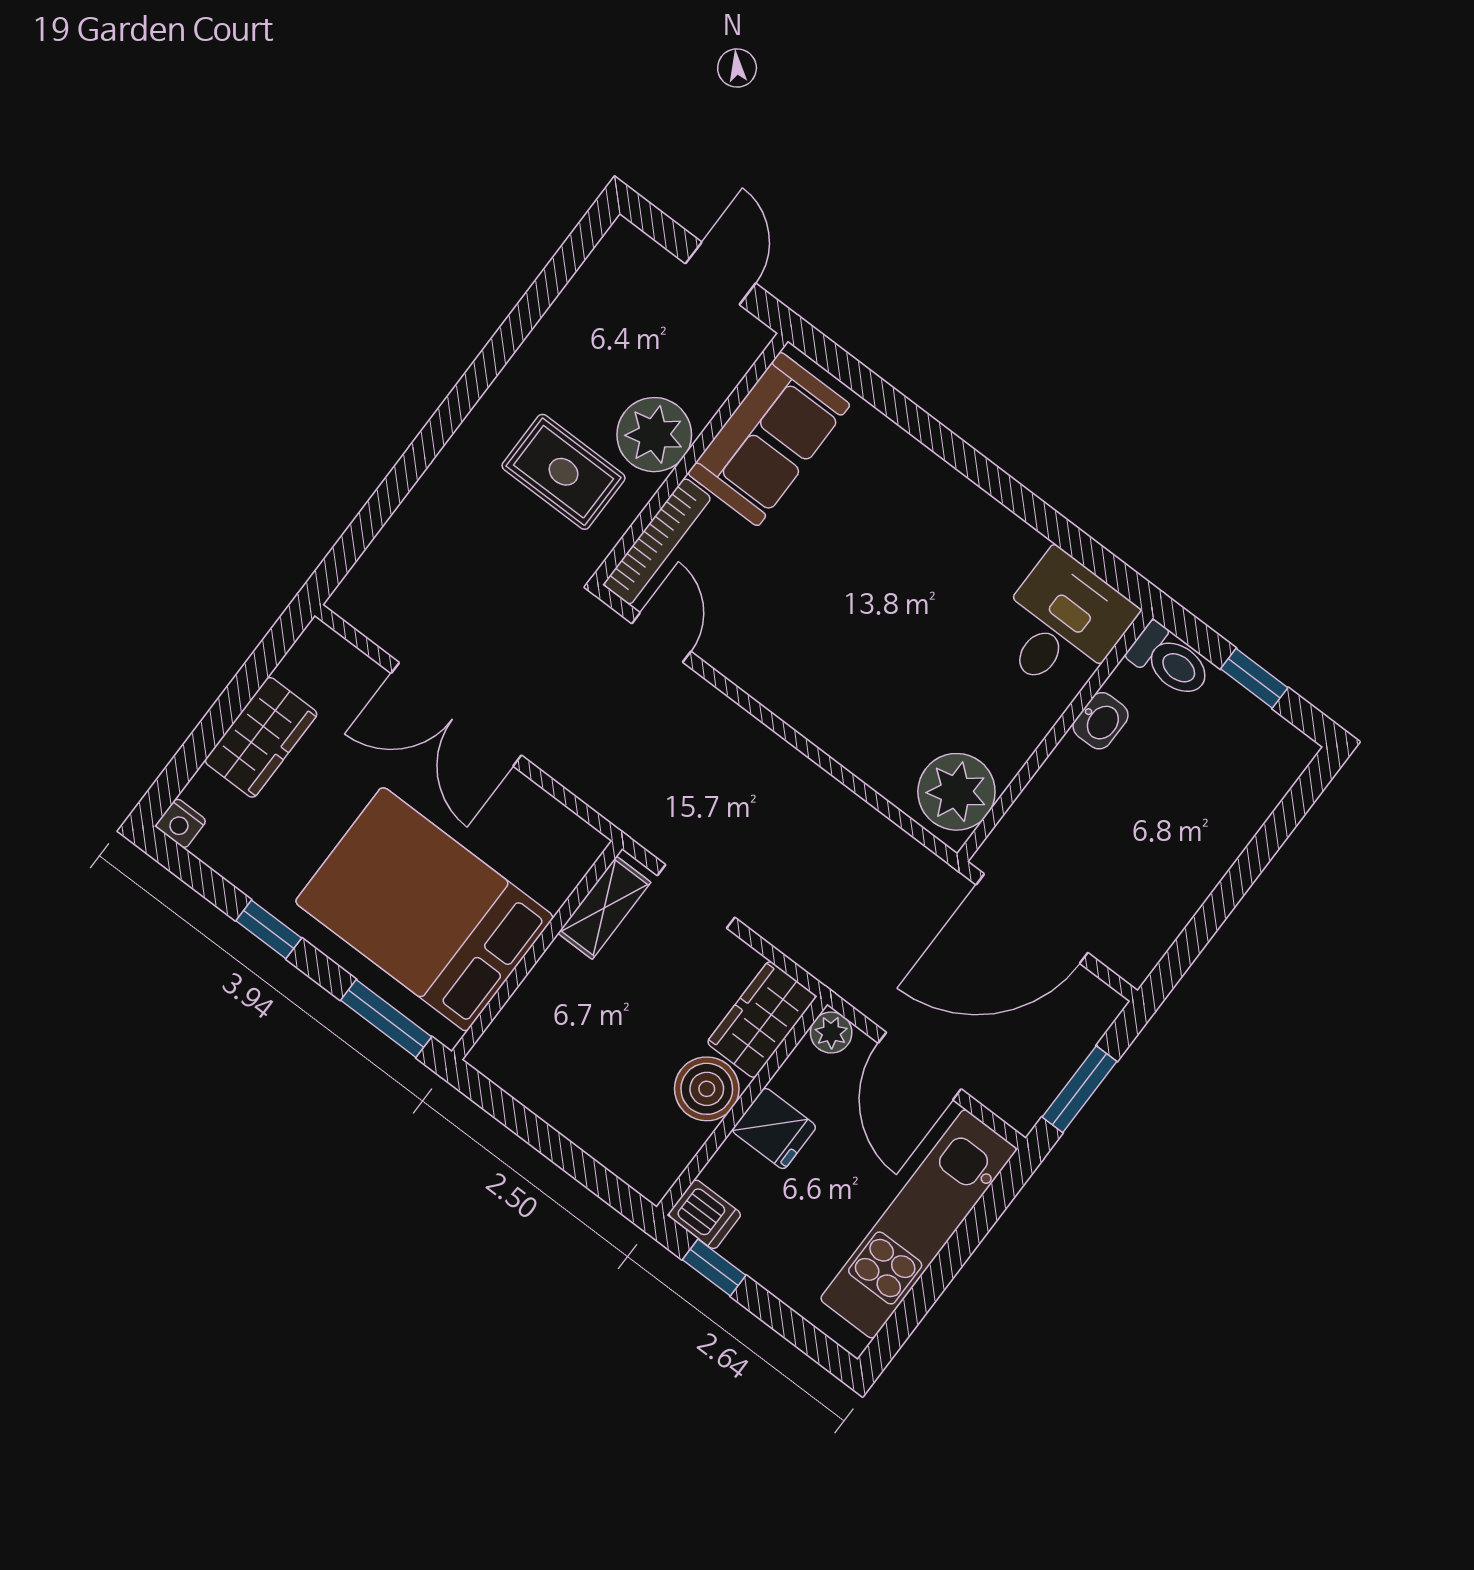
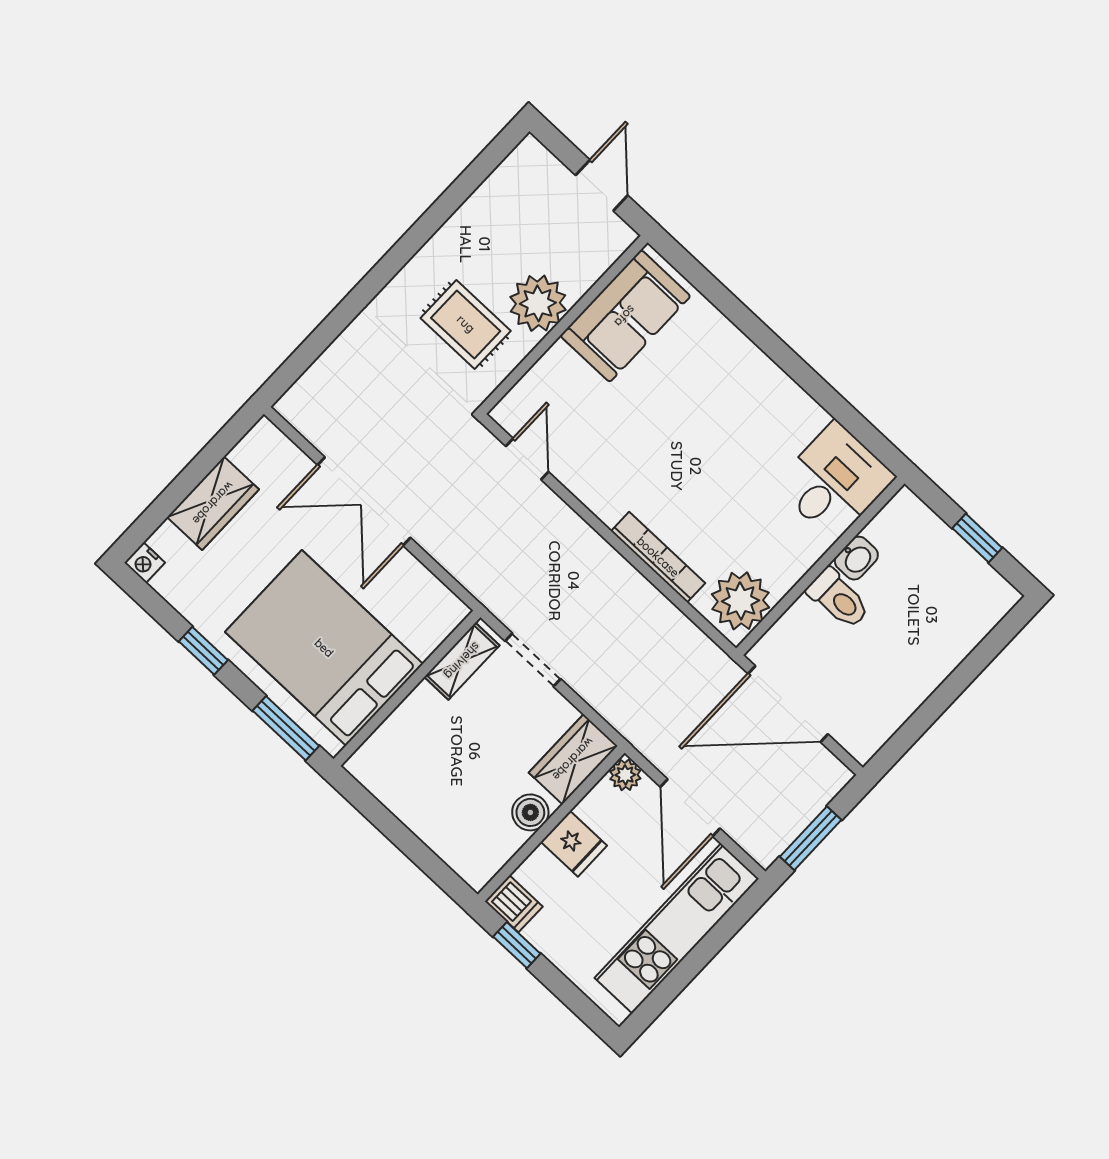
bookcase: (657, 541) -> (658, 557), moved, turned -90
toilet: (1170, 661) -> (838, 599), moved
boiler: (707, 1089) -> (530, 812), width x0.73, depth x0.73

